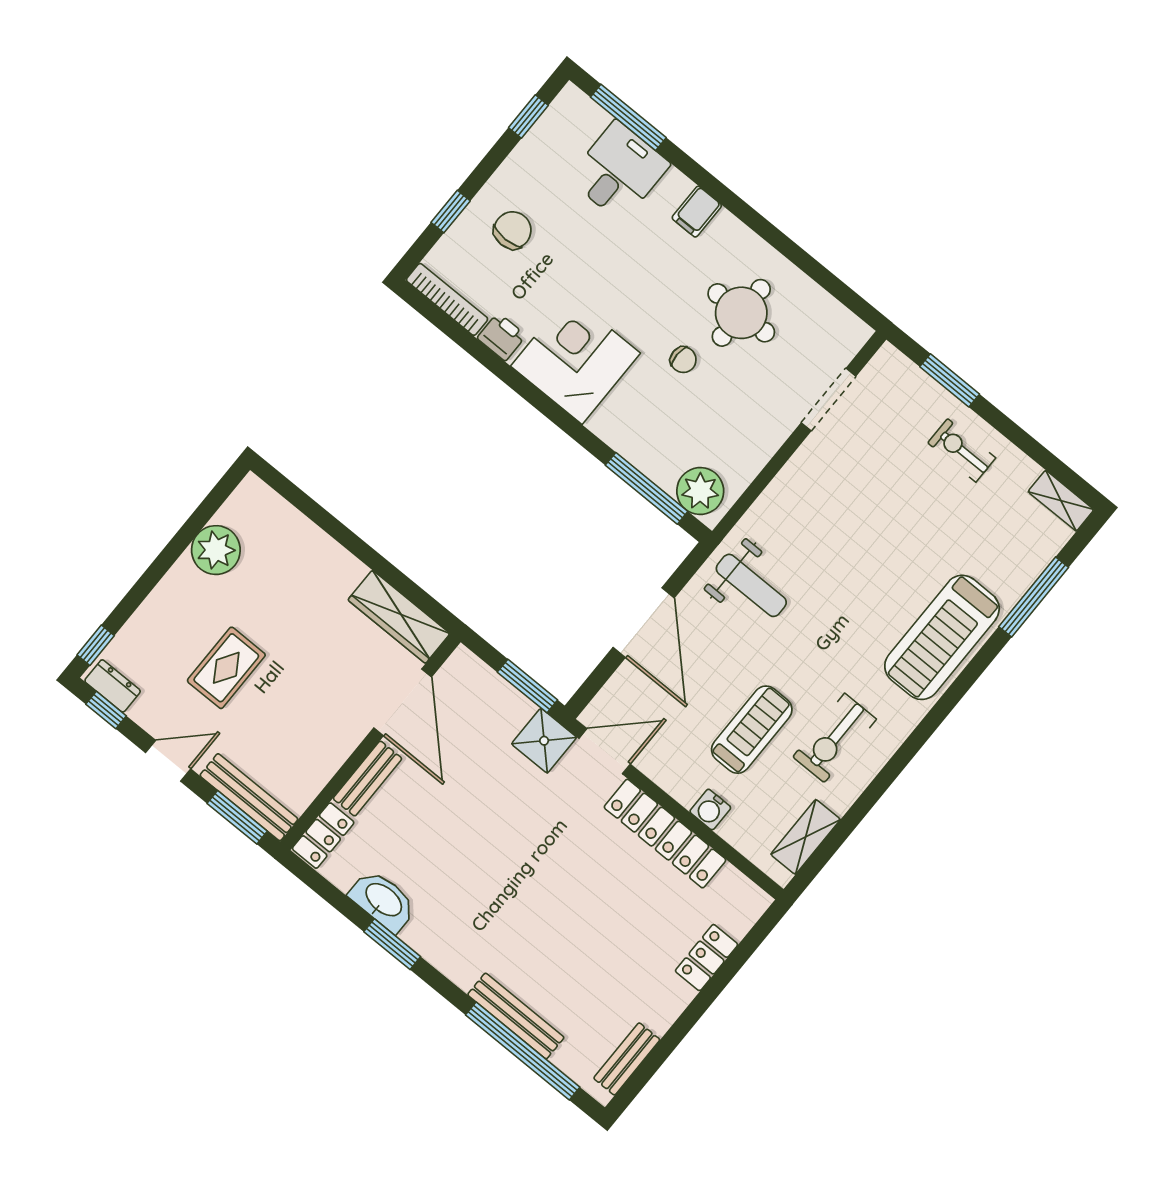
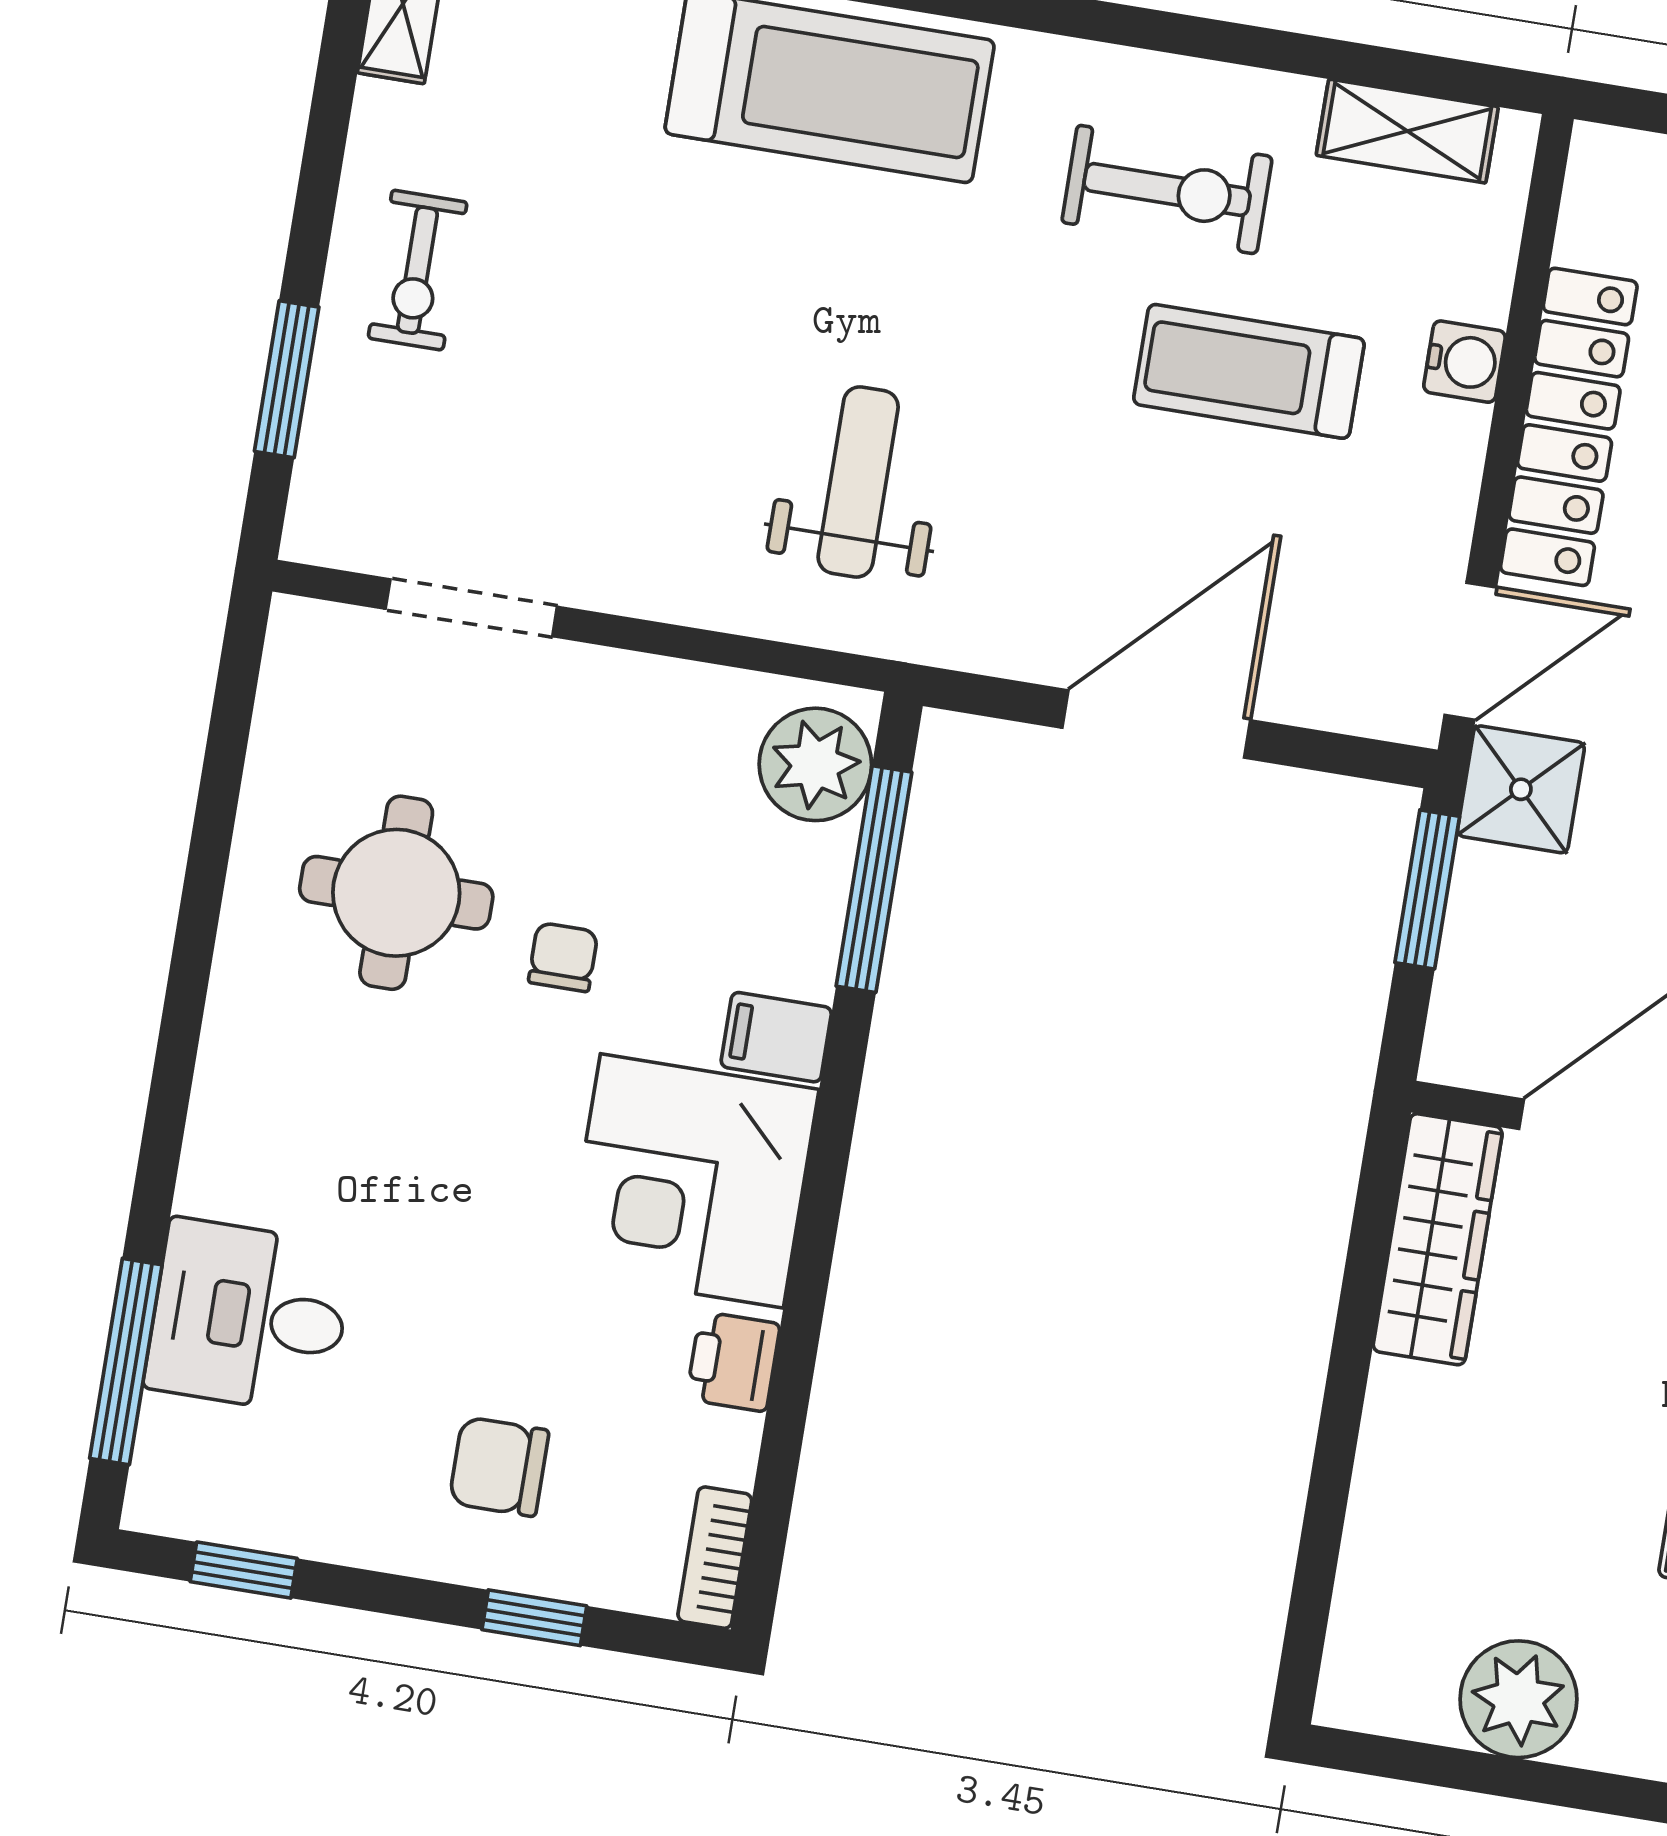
filing cabinet: (697, 212) -> (776, 1037), moved, turned 180
bookcase: (447, 299) -> (715, 1558), width x0.64
weight bench: (751, 585) -> (858, 482), moved
door: (605, 751) -> (1470, 651), swing flipped

